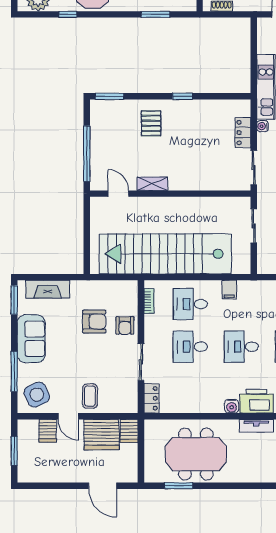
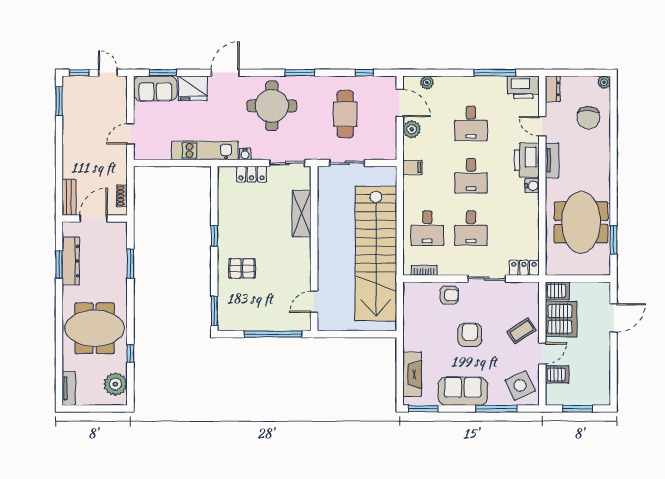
shelving: (152, 184) -> (302, 213), moved, width x1.50, depth x1.33
filing cabinet: (229, 290) -> (412, 167), moved
armchair: (94, 322) -> (470, 335), moved
coffee table: (90, 396) -> (522, 331), turned -33

